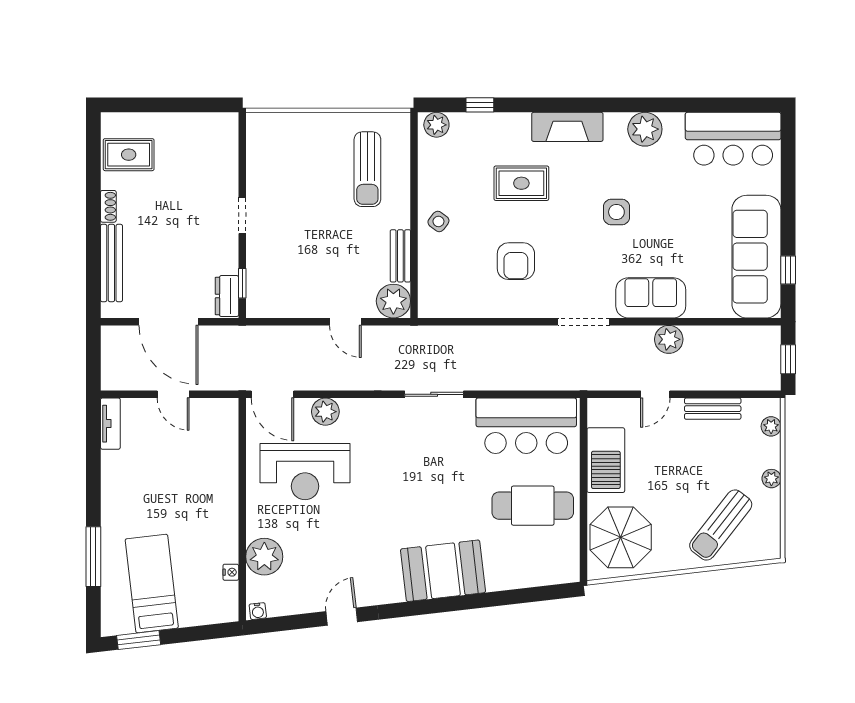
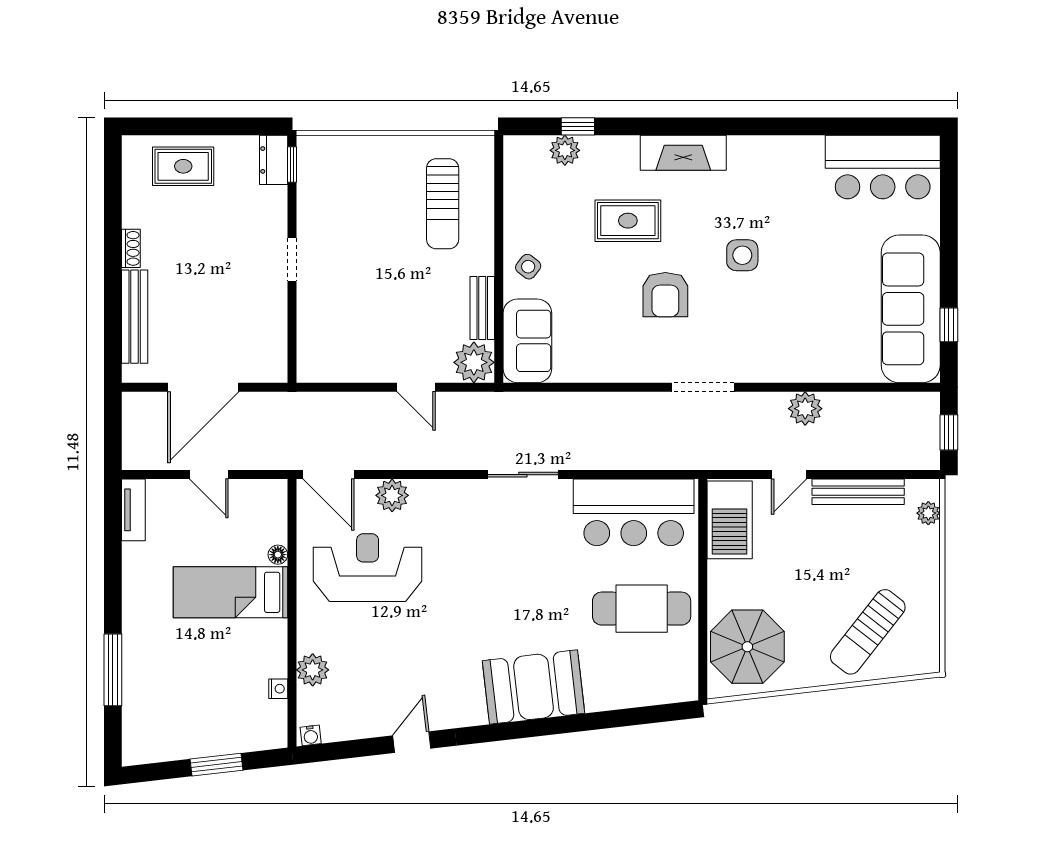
plant: (436, 125) -> (565, 150), moved
plant: (645, 129) -> (777, 156), removed
rug: (129, 155) -> (183, 166), moved
armchair: (516, 261) -> (665, 295), moved
window: (242, 283) -> (292, 164), moved
dresser: (227, 296) -> (274, 160), moved
sofa: (651, 298) -> (527, 341), moved, turned 90
door: (169, 322) -> (203, 387), hinge flipped
bench: (713, 409) -> (858, 492), width x1.36
barbecue: (606, 460) -> (730, 520), moved
floor lamp: (231, 461) -> (278, 555), added
reception desk: (305, 472) -> (368, 568), turned 180
plant: (771, 479) -> (929, 576), removed
plant: (264, 557) -> (313, 670), width x0.73, depth x0.73
bed: (152, 584) -> (231, 592), moved, turned -83
window: (139, 640) -> (216, 765), moved

